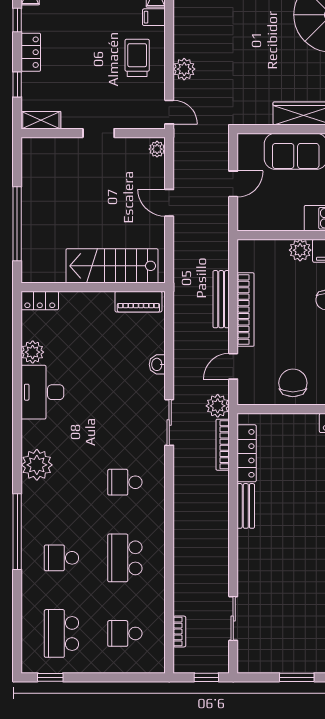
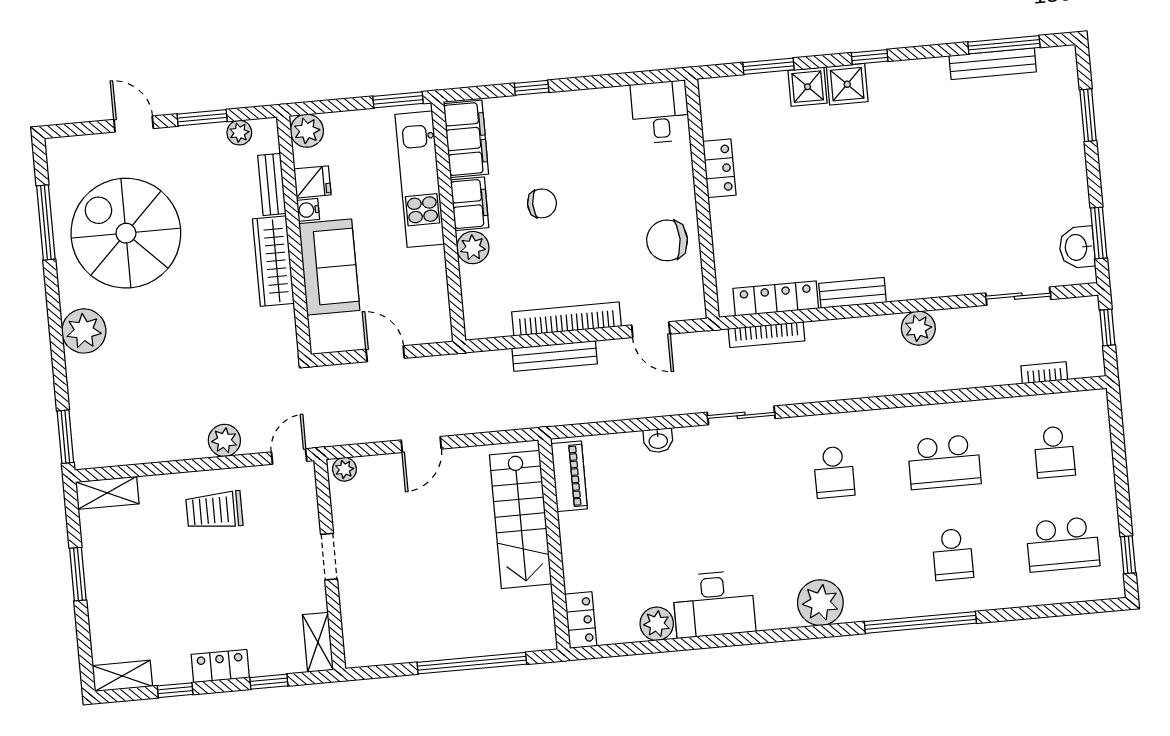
filing cabinet: (154, 17) -> (153, 491), removed
plant: (218, 406) -> (918, 328), moved
washbasin: (263, 662) -> (1077, 247), added
window: (297, 677) -> (1099, 233), moved

